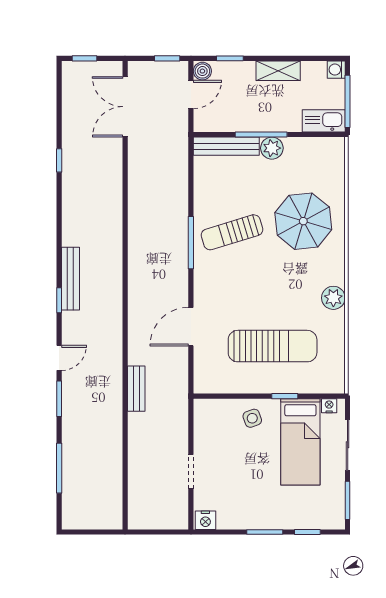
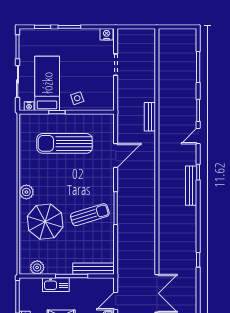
kitchen sink: (324, 121) -> (56, 285), moved
plant: (272, 148) -> (37, 267), moved
plant: (333, 298) -> (26, 192), moved

